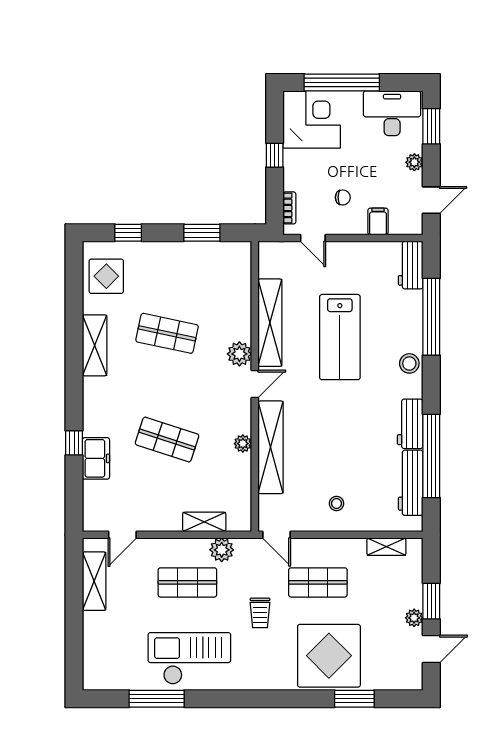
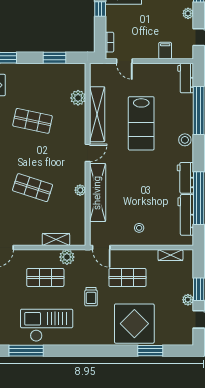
chair: (343, 197) -> (143, 35), removed
plant: (239, 354) -> (78, 98), moved

